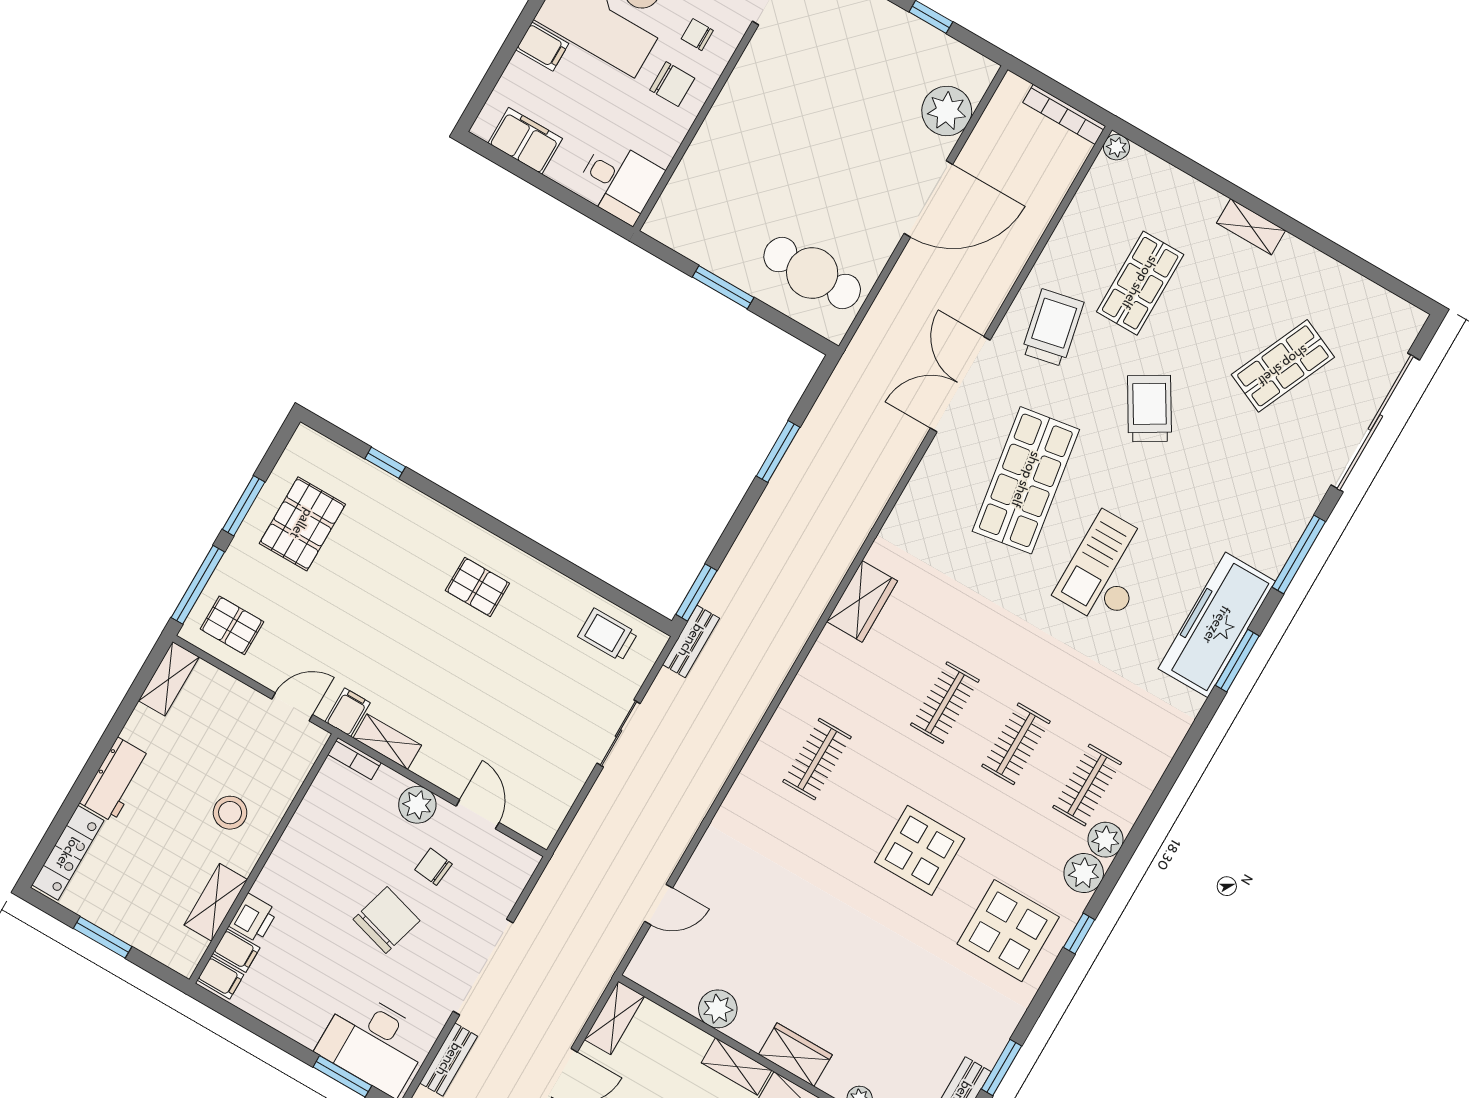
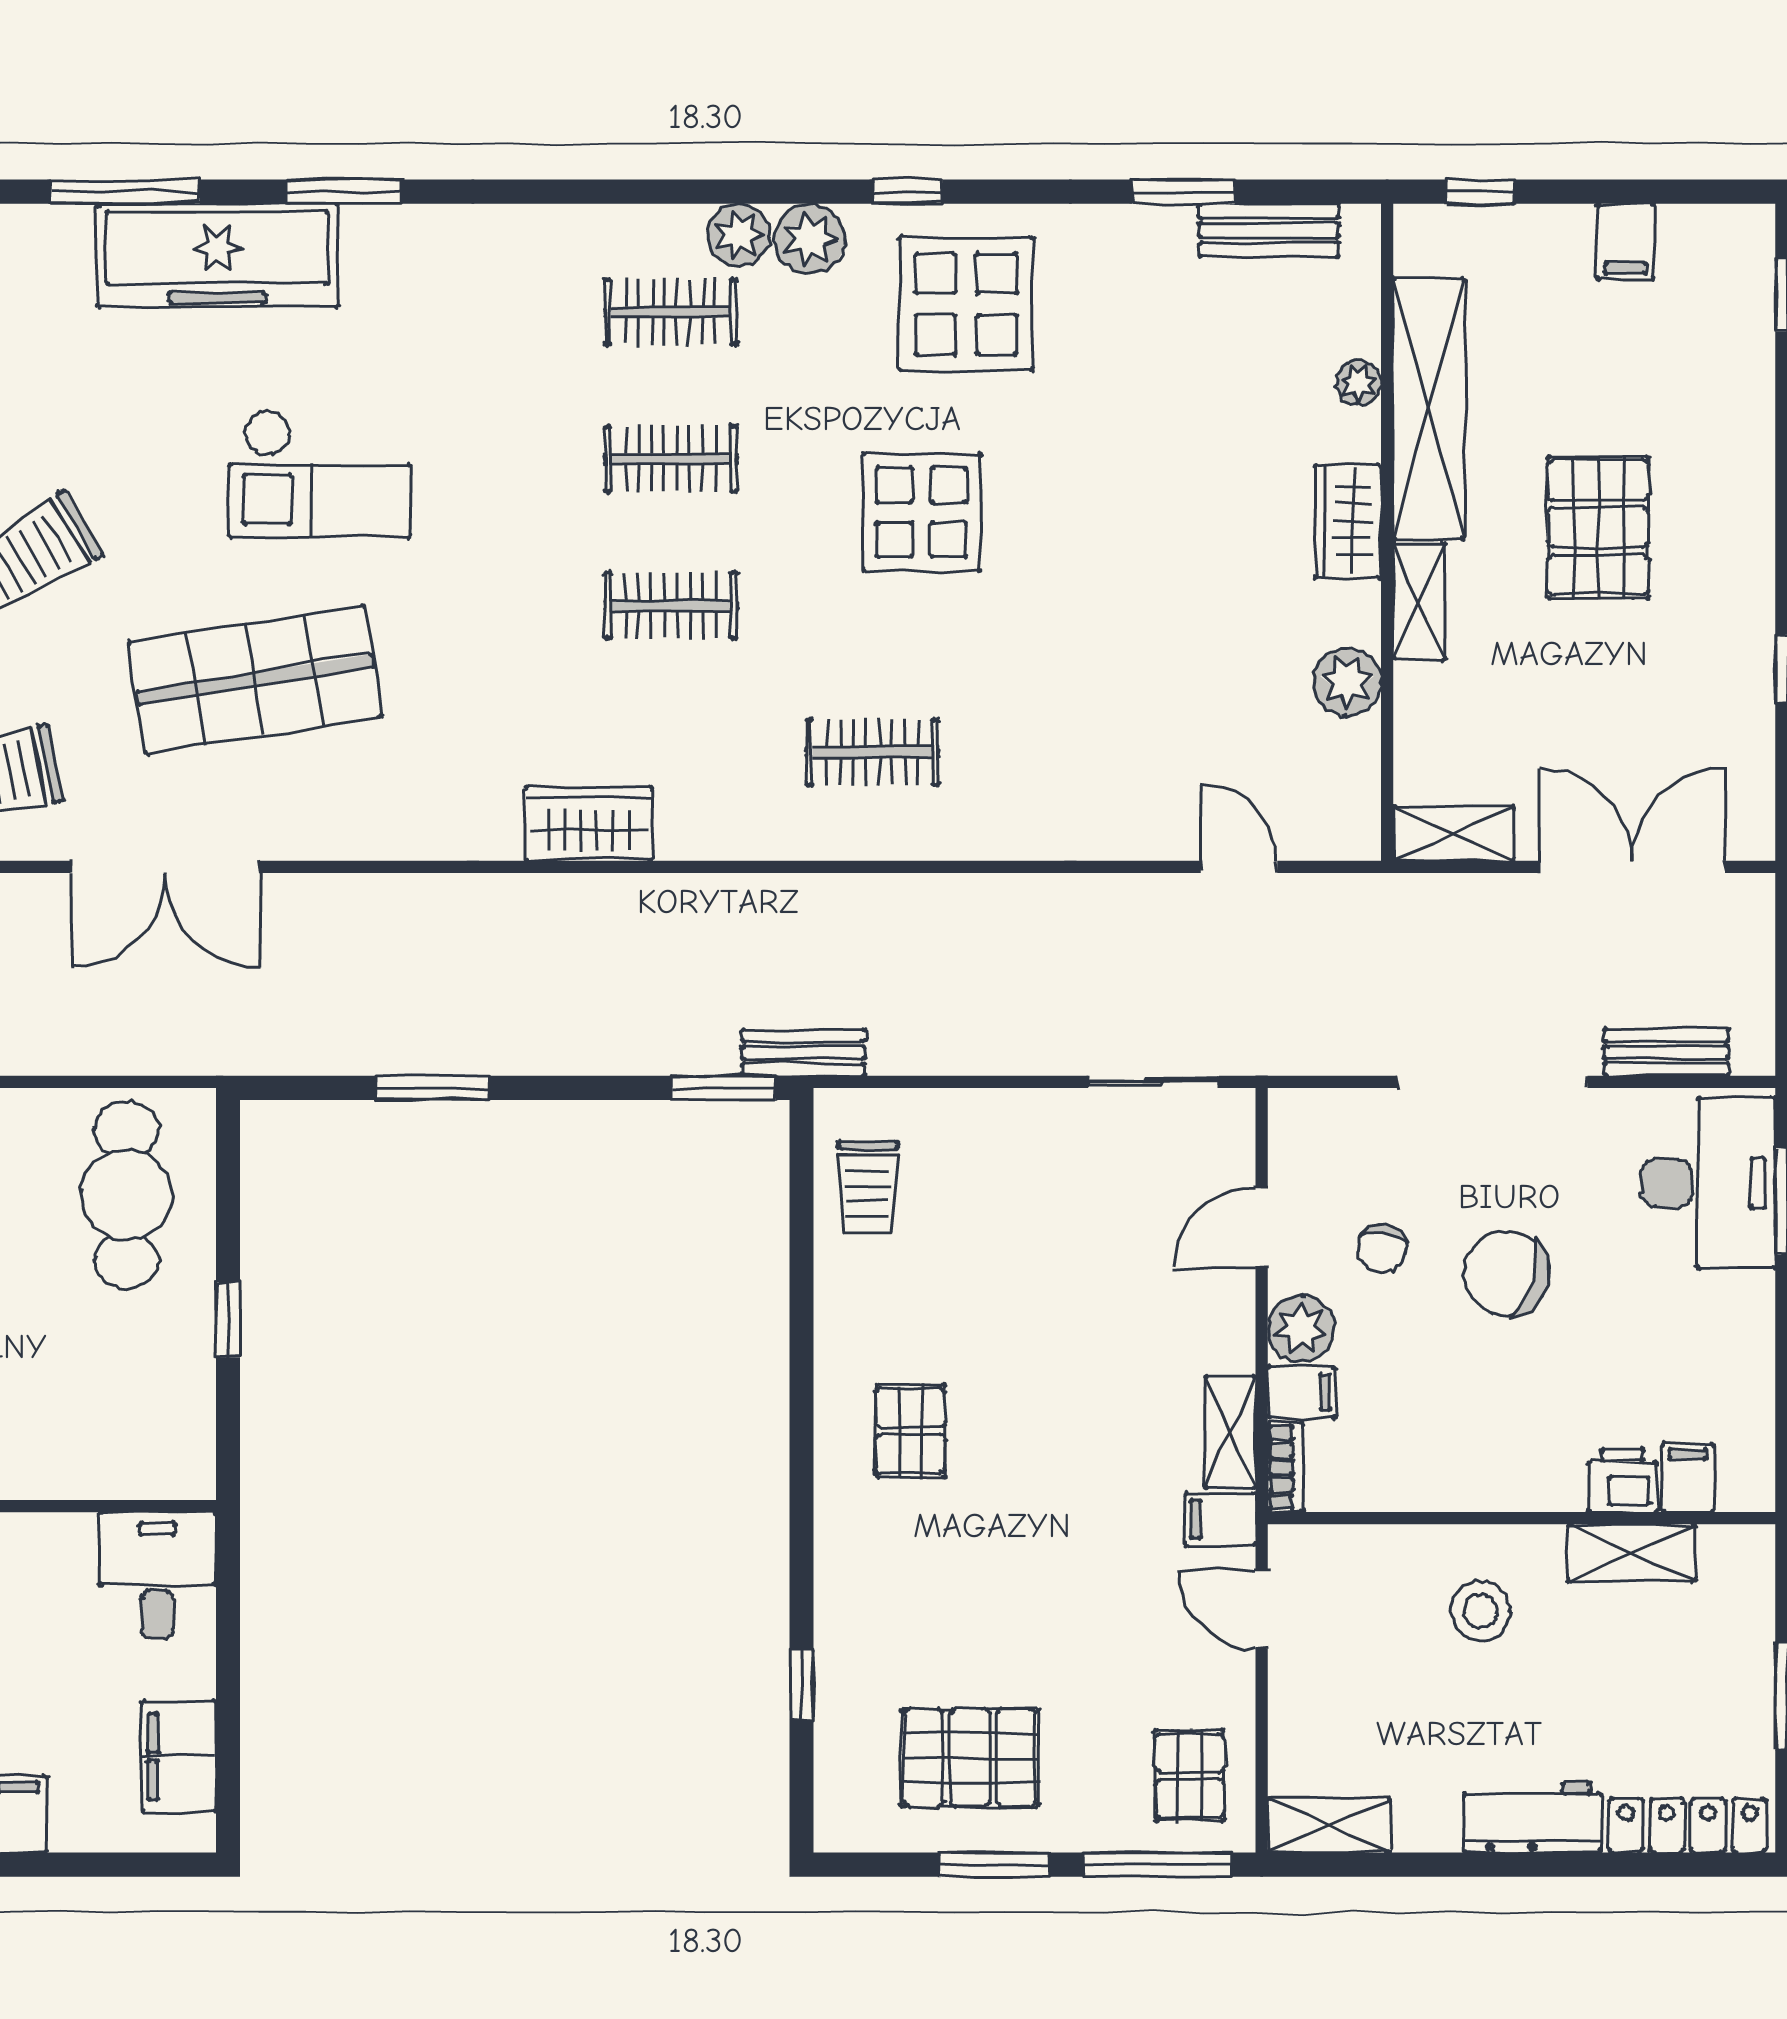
window: (723, 287) -> (228, 1320), width x0.67
freezer: (1217, 625) -> (217, 255), moved
sliding door: (619, 733) -> (1154, 1082), moved
filing cabinet: (220, 977) -> (1301, 1392), moved, turned 90

